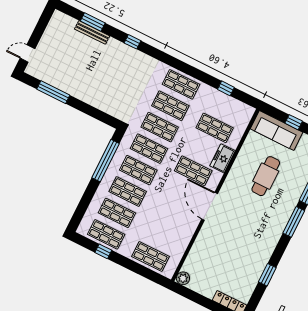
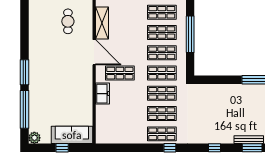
window: (226, 88) -> (170, 148), moved
shop shelf: (215, 128) -> (120, 114), removed
window: (106, 161) -> (190, 34), moved
cafe table: (266, 176) -> (68, 21), moved, width x0.73, depth x0.74
shelving: (186, 233) -> (102, 23), added
window: (267, 275) -> (24, 22), removed

